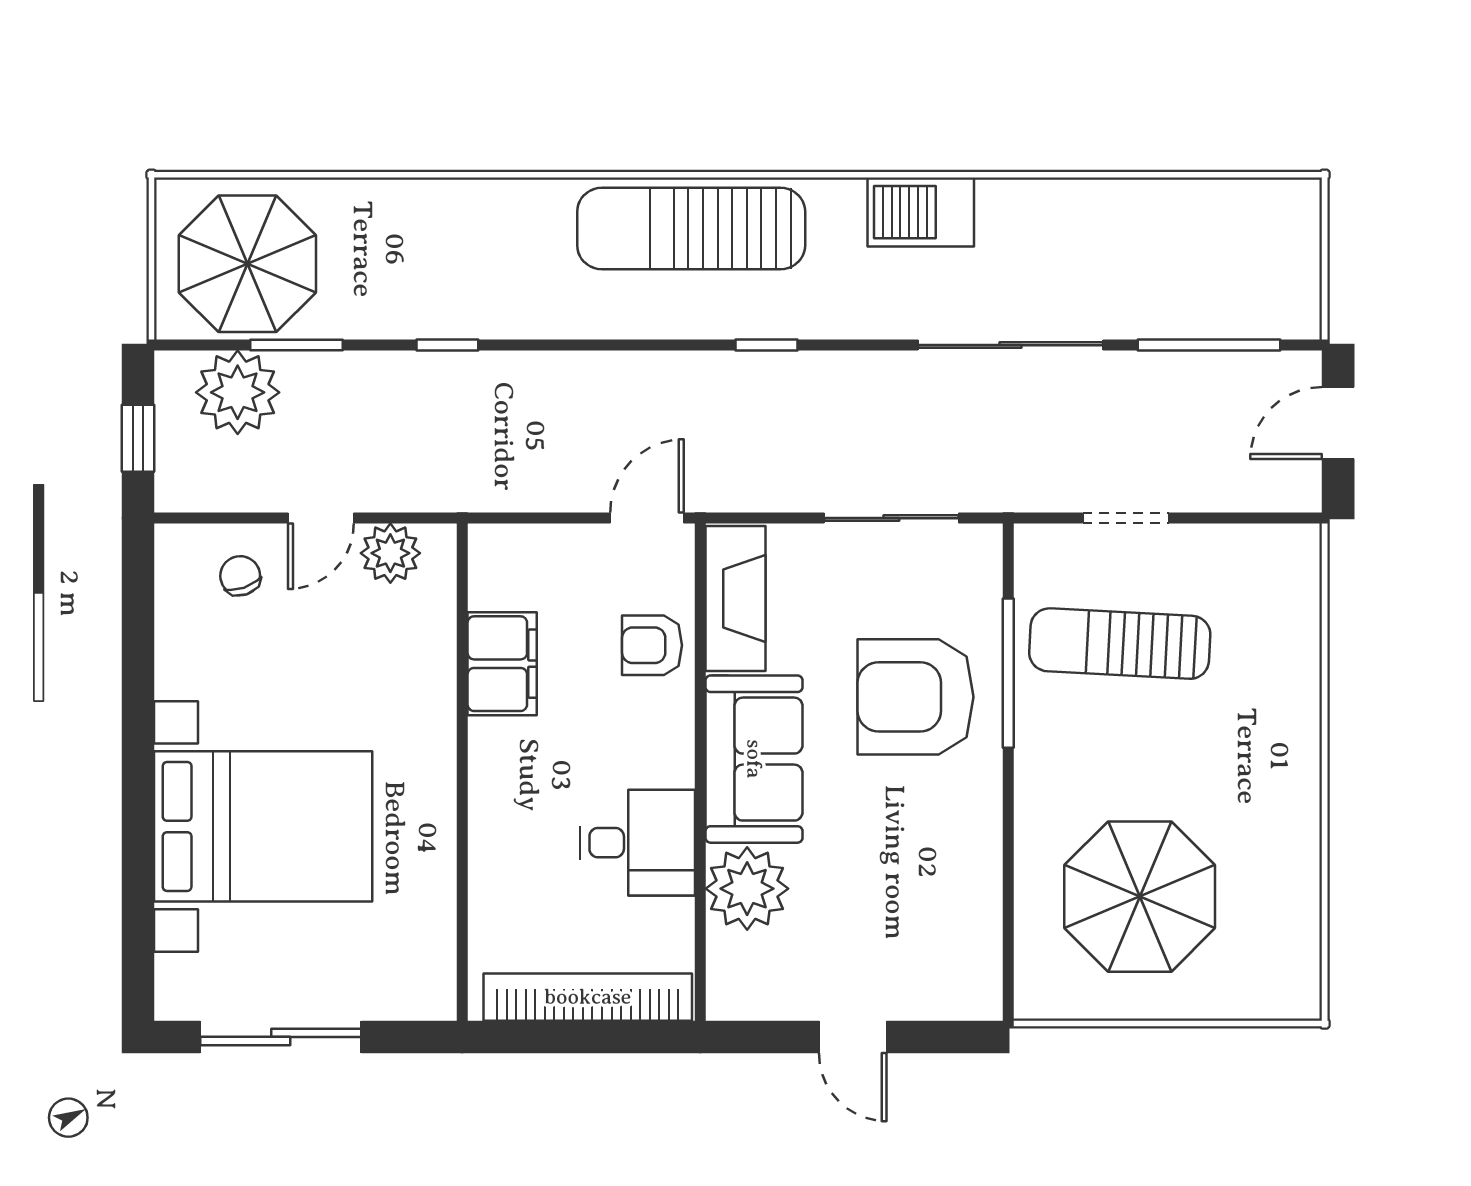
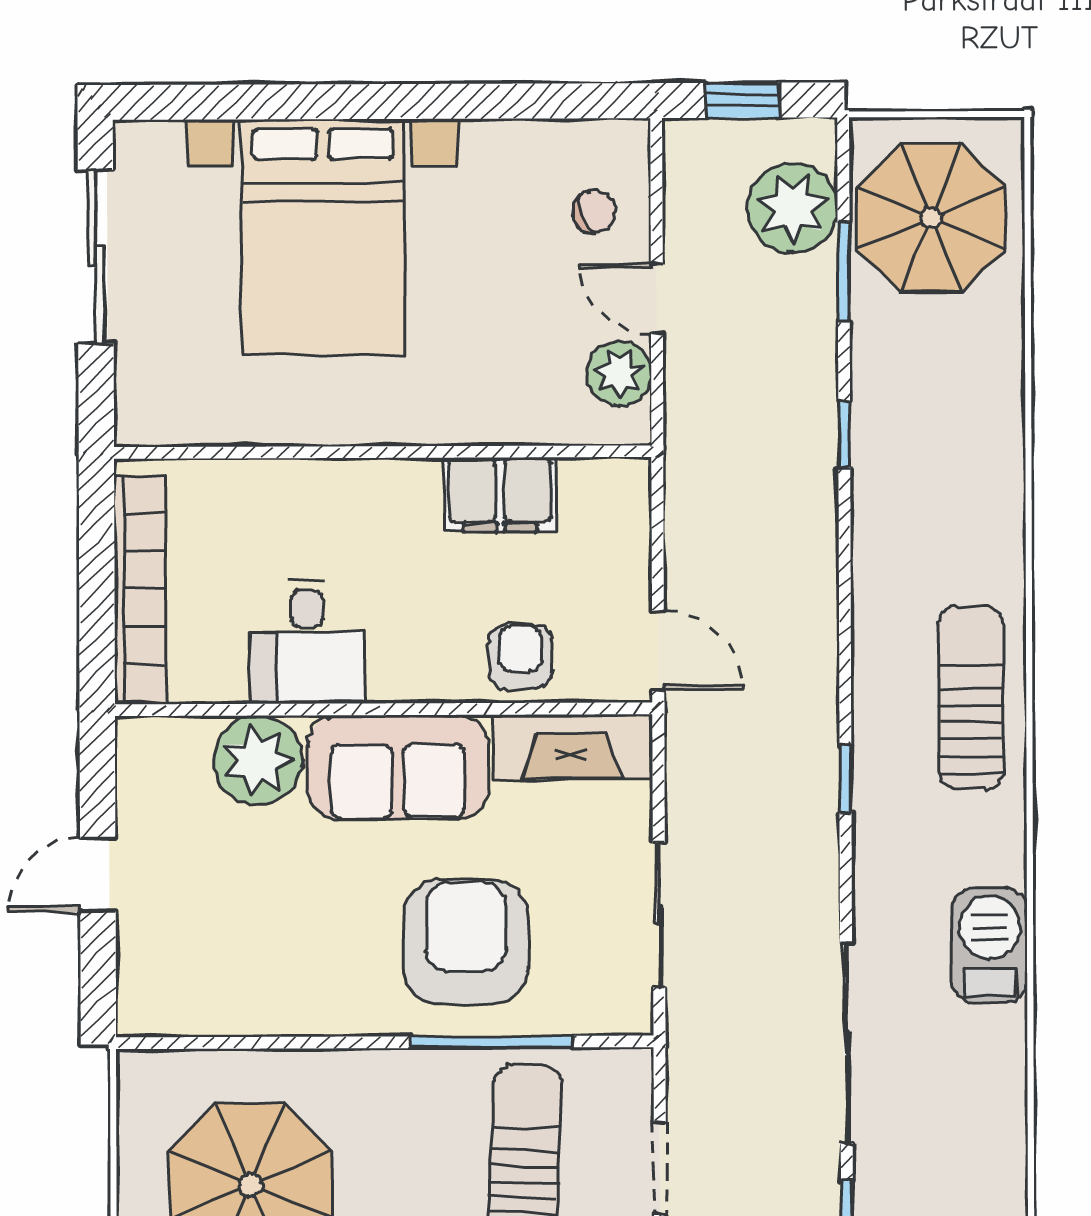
sun lounger: (691, 228) -> (971, 697), width x0.73, depth x0.75

